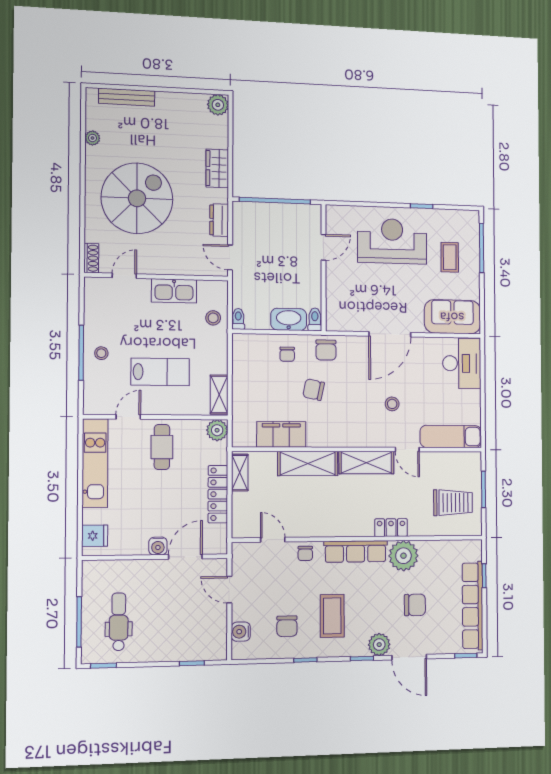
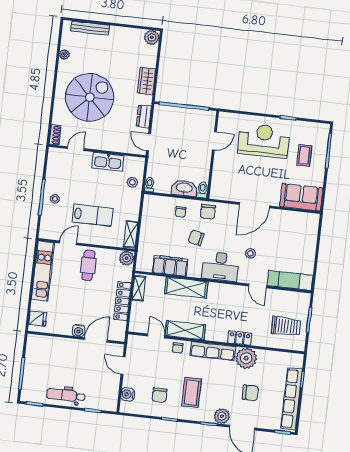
desk: (462, 363) -> (220, 266), moved, turned 90
shelving: (366, 463) -> (185, 330), moved
dental chair: (119, 622) -> (66, 395), moved, turned -90

